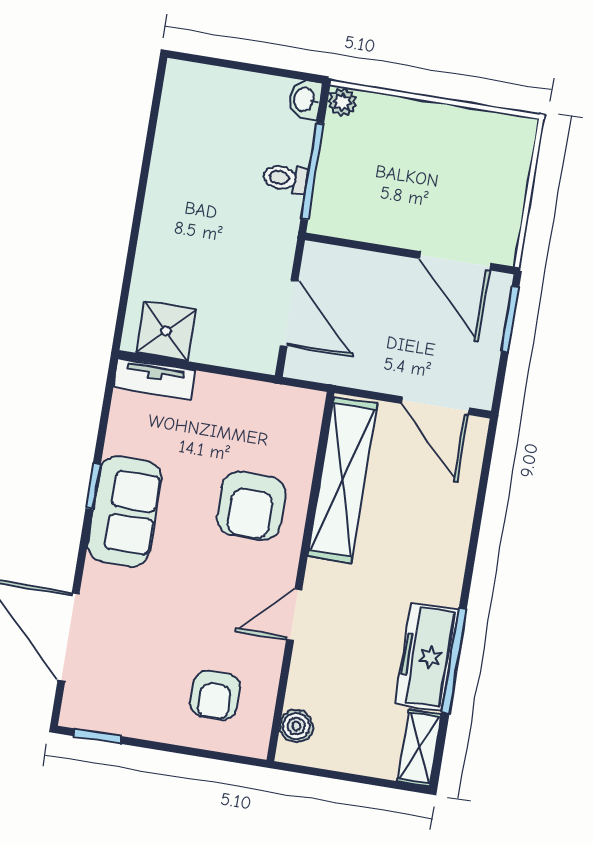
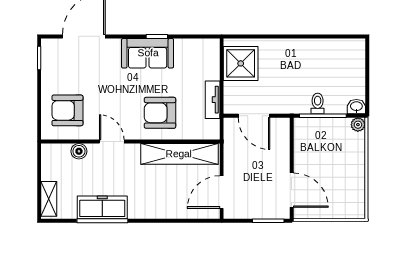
door: (455, 261) -> (292, 190), swing flipped
door: (289, 313) -> (254, 116), hinge flipped
shower: (166, 331) -> (241, 63), width x1.36, depth x1.36
tv unit: (155, 379) -> (213, 100), moved
armchair: (215, 696) -> (67, 110), width x1.38, depth x1.38
boiler: (296, 726) -> (79, 151), moved
shelving: (419, 748) -> (49, 199), moved, turned 90

